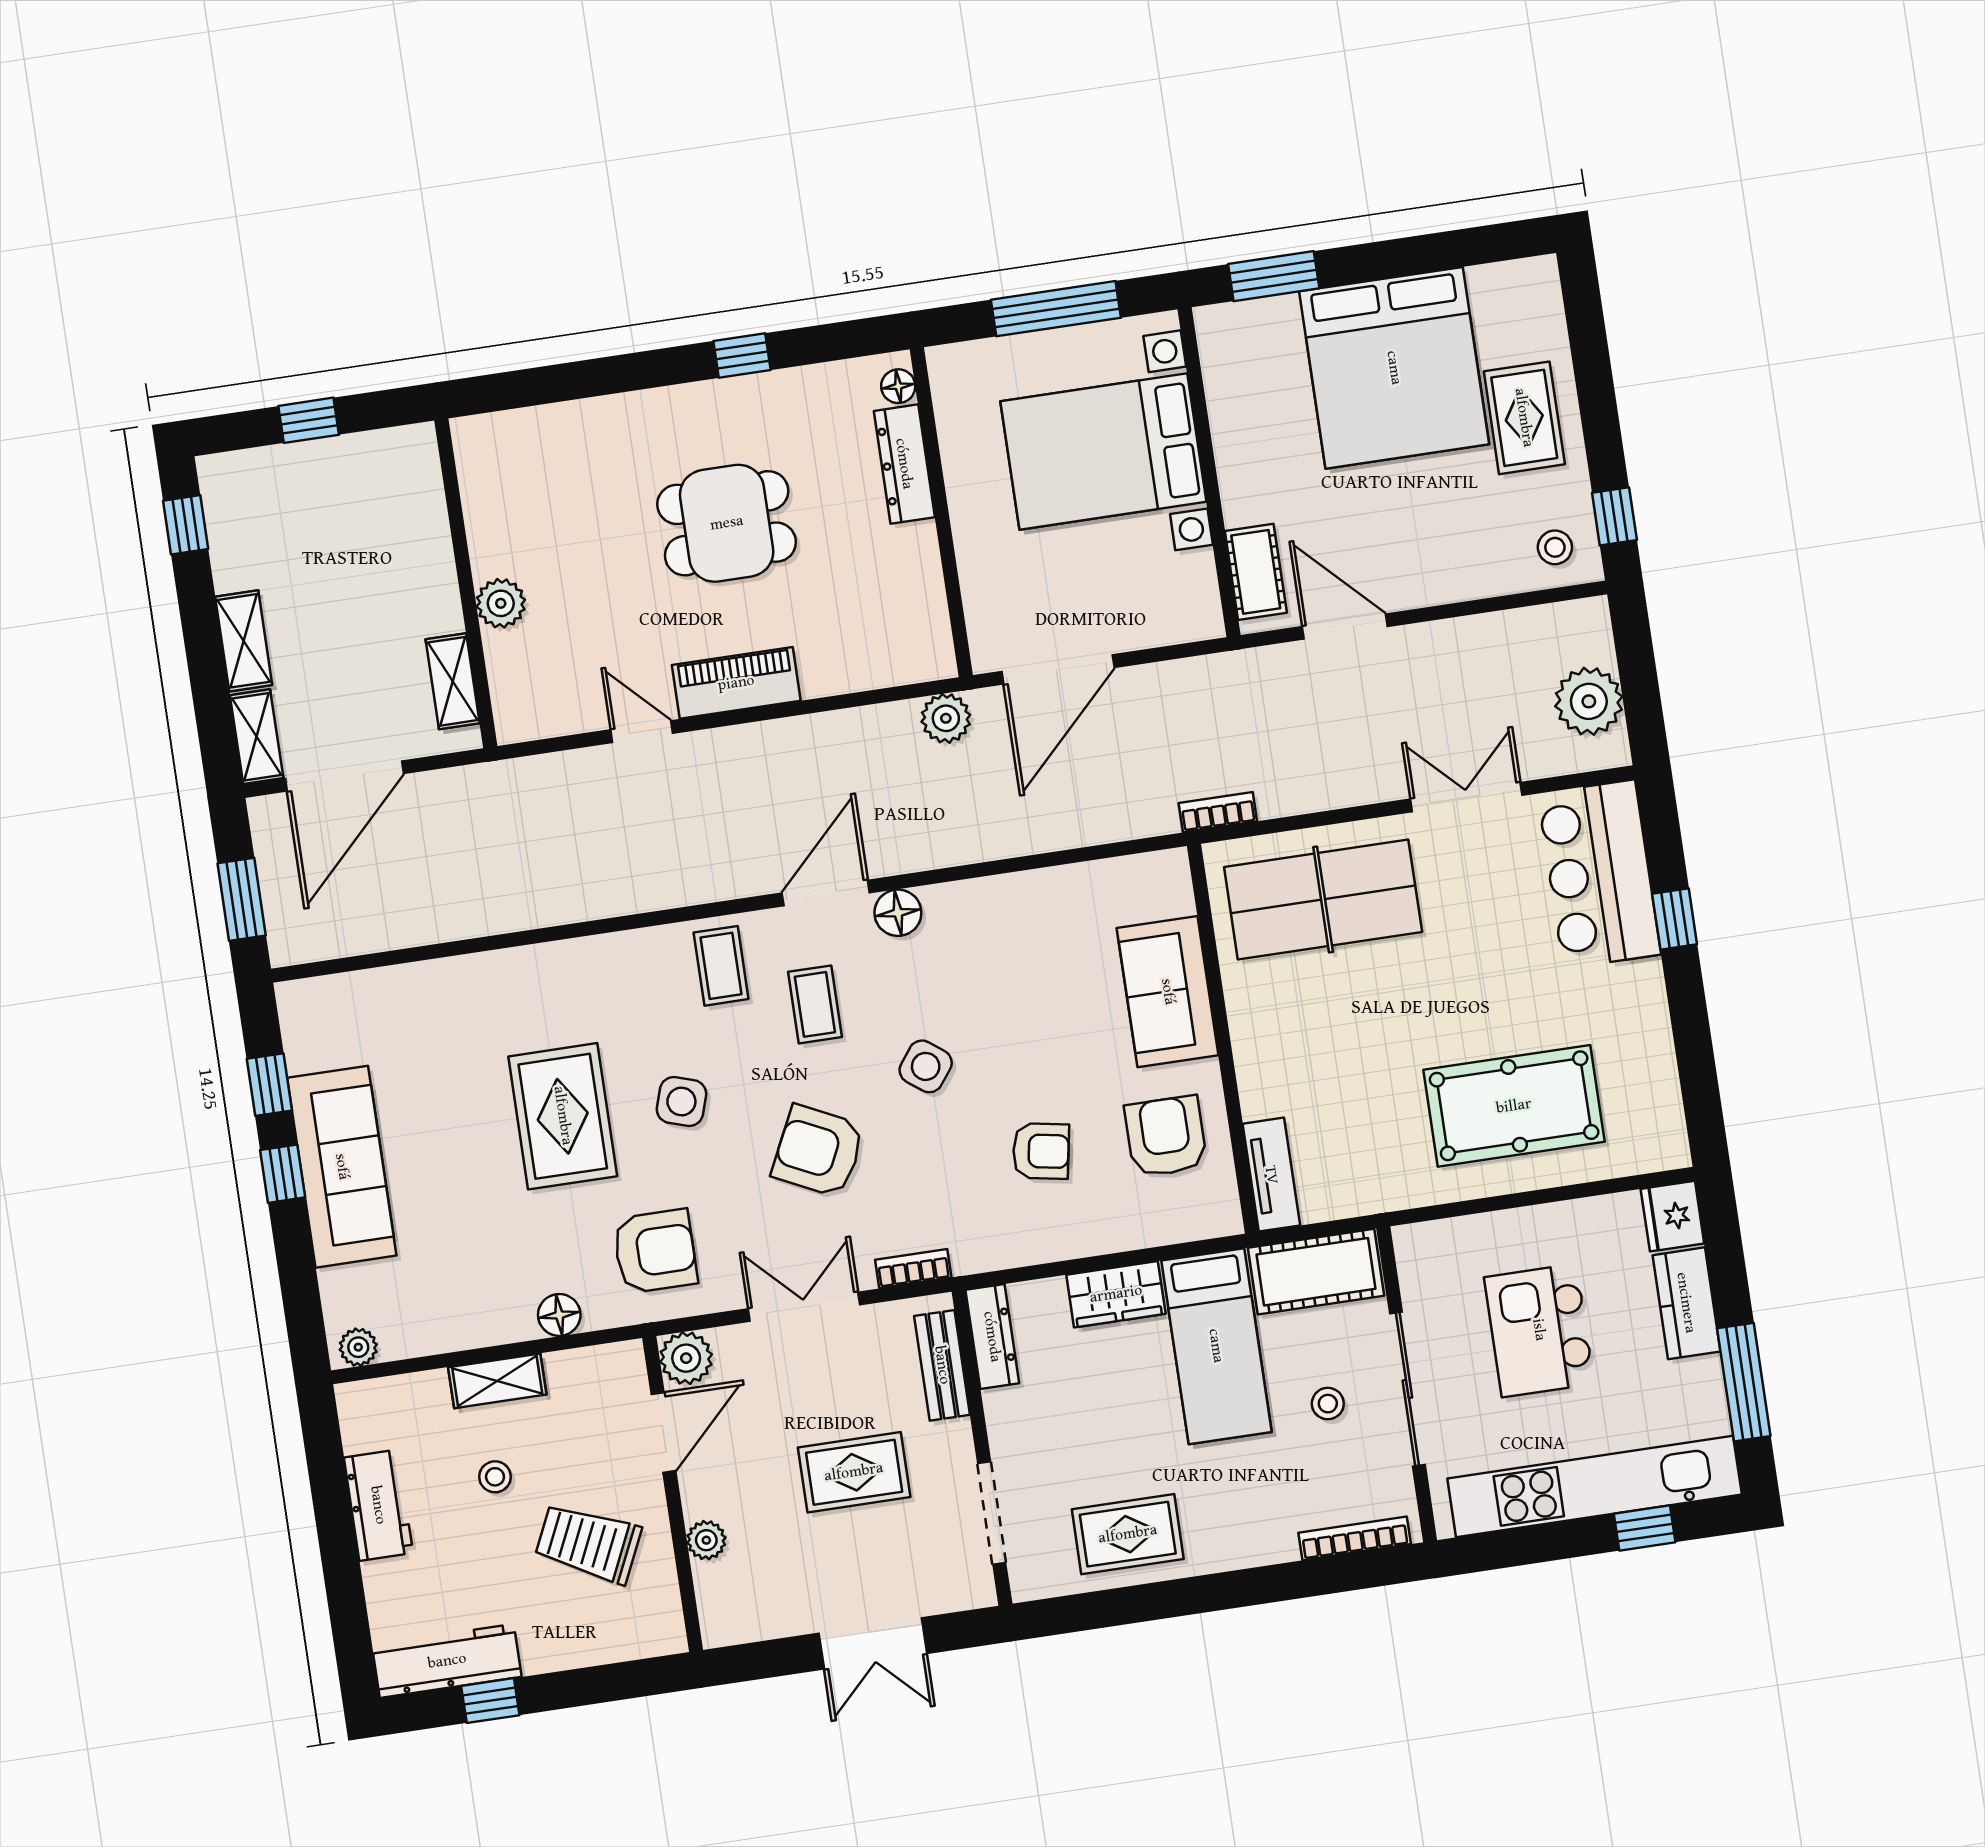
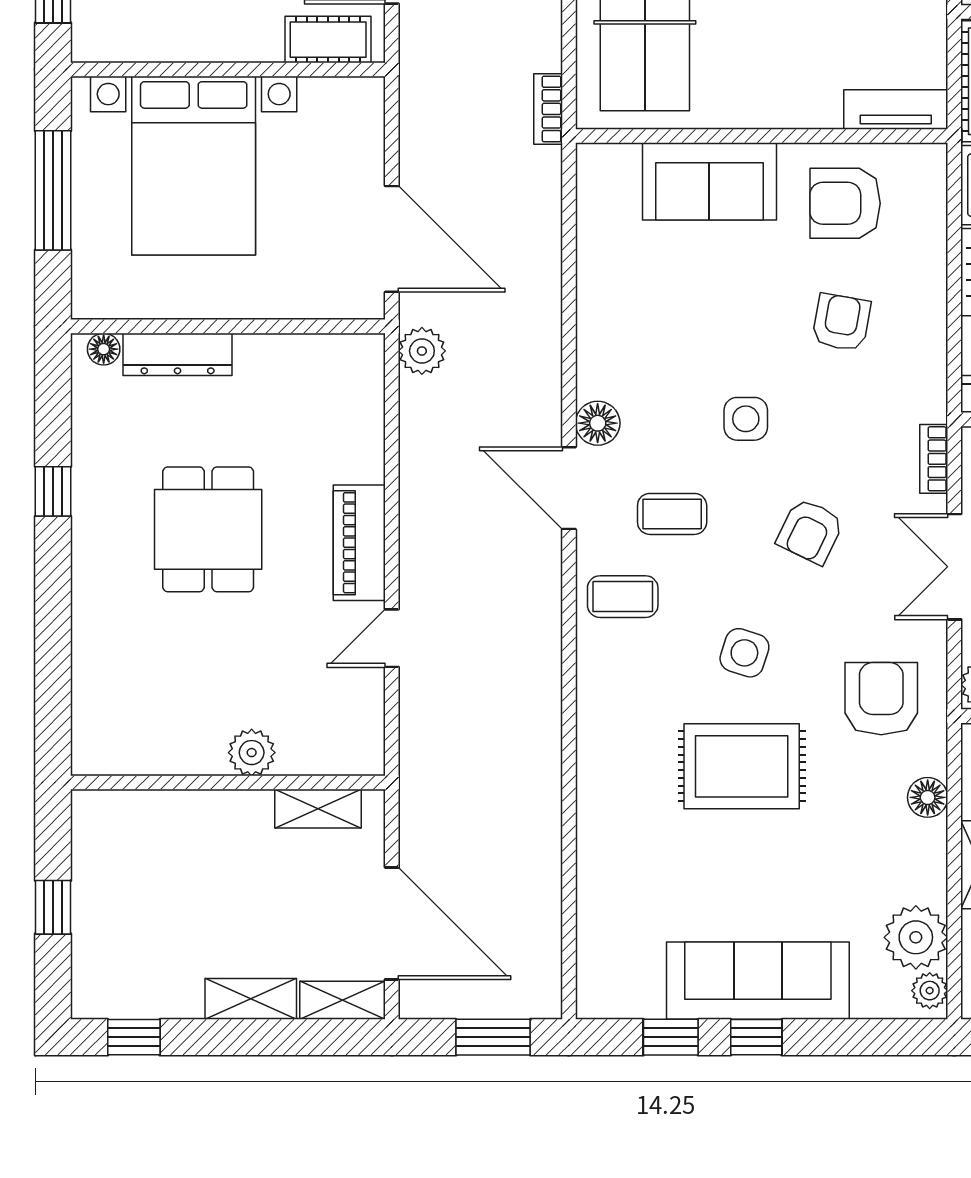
side table: (926, 1066) -> (746, 419), turned -37
armchair: (818, 1151) -> (810, 531), width x0.72, depth x0.72
plant: (412, 1324) -> (916, 937), added

